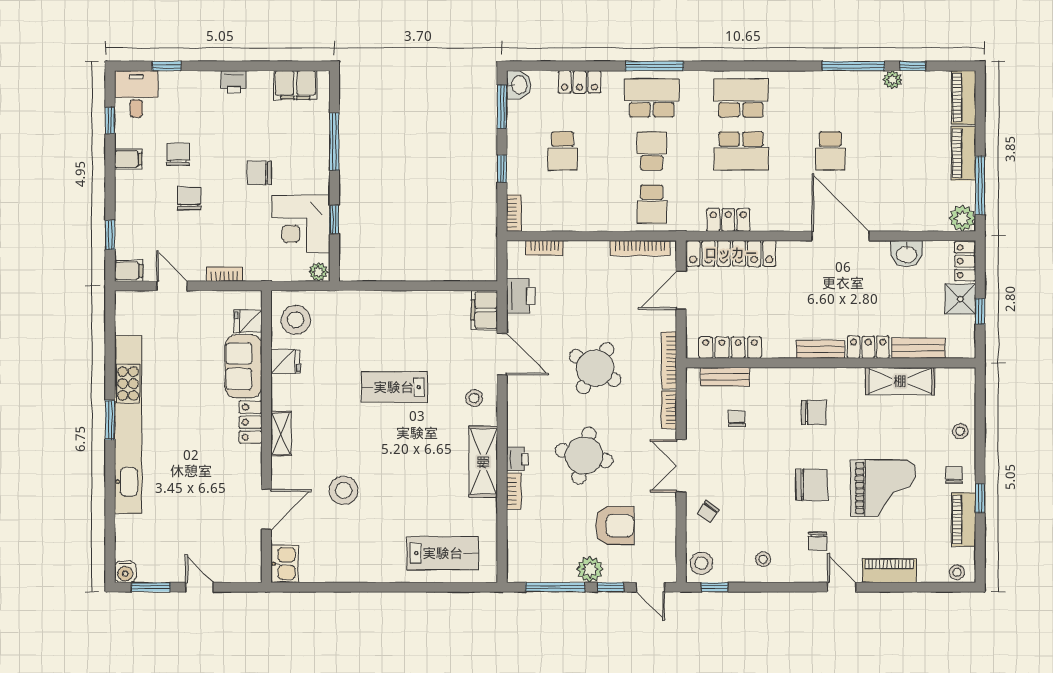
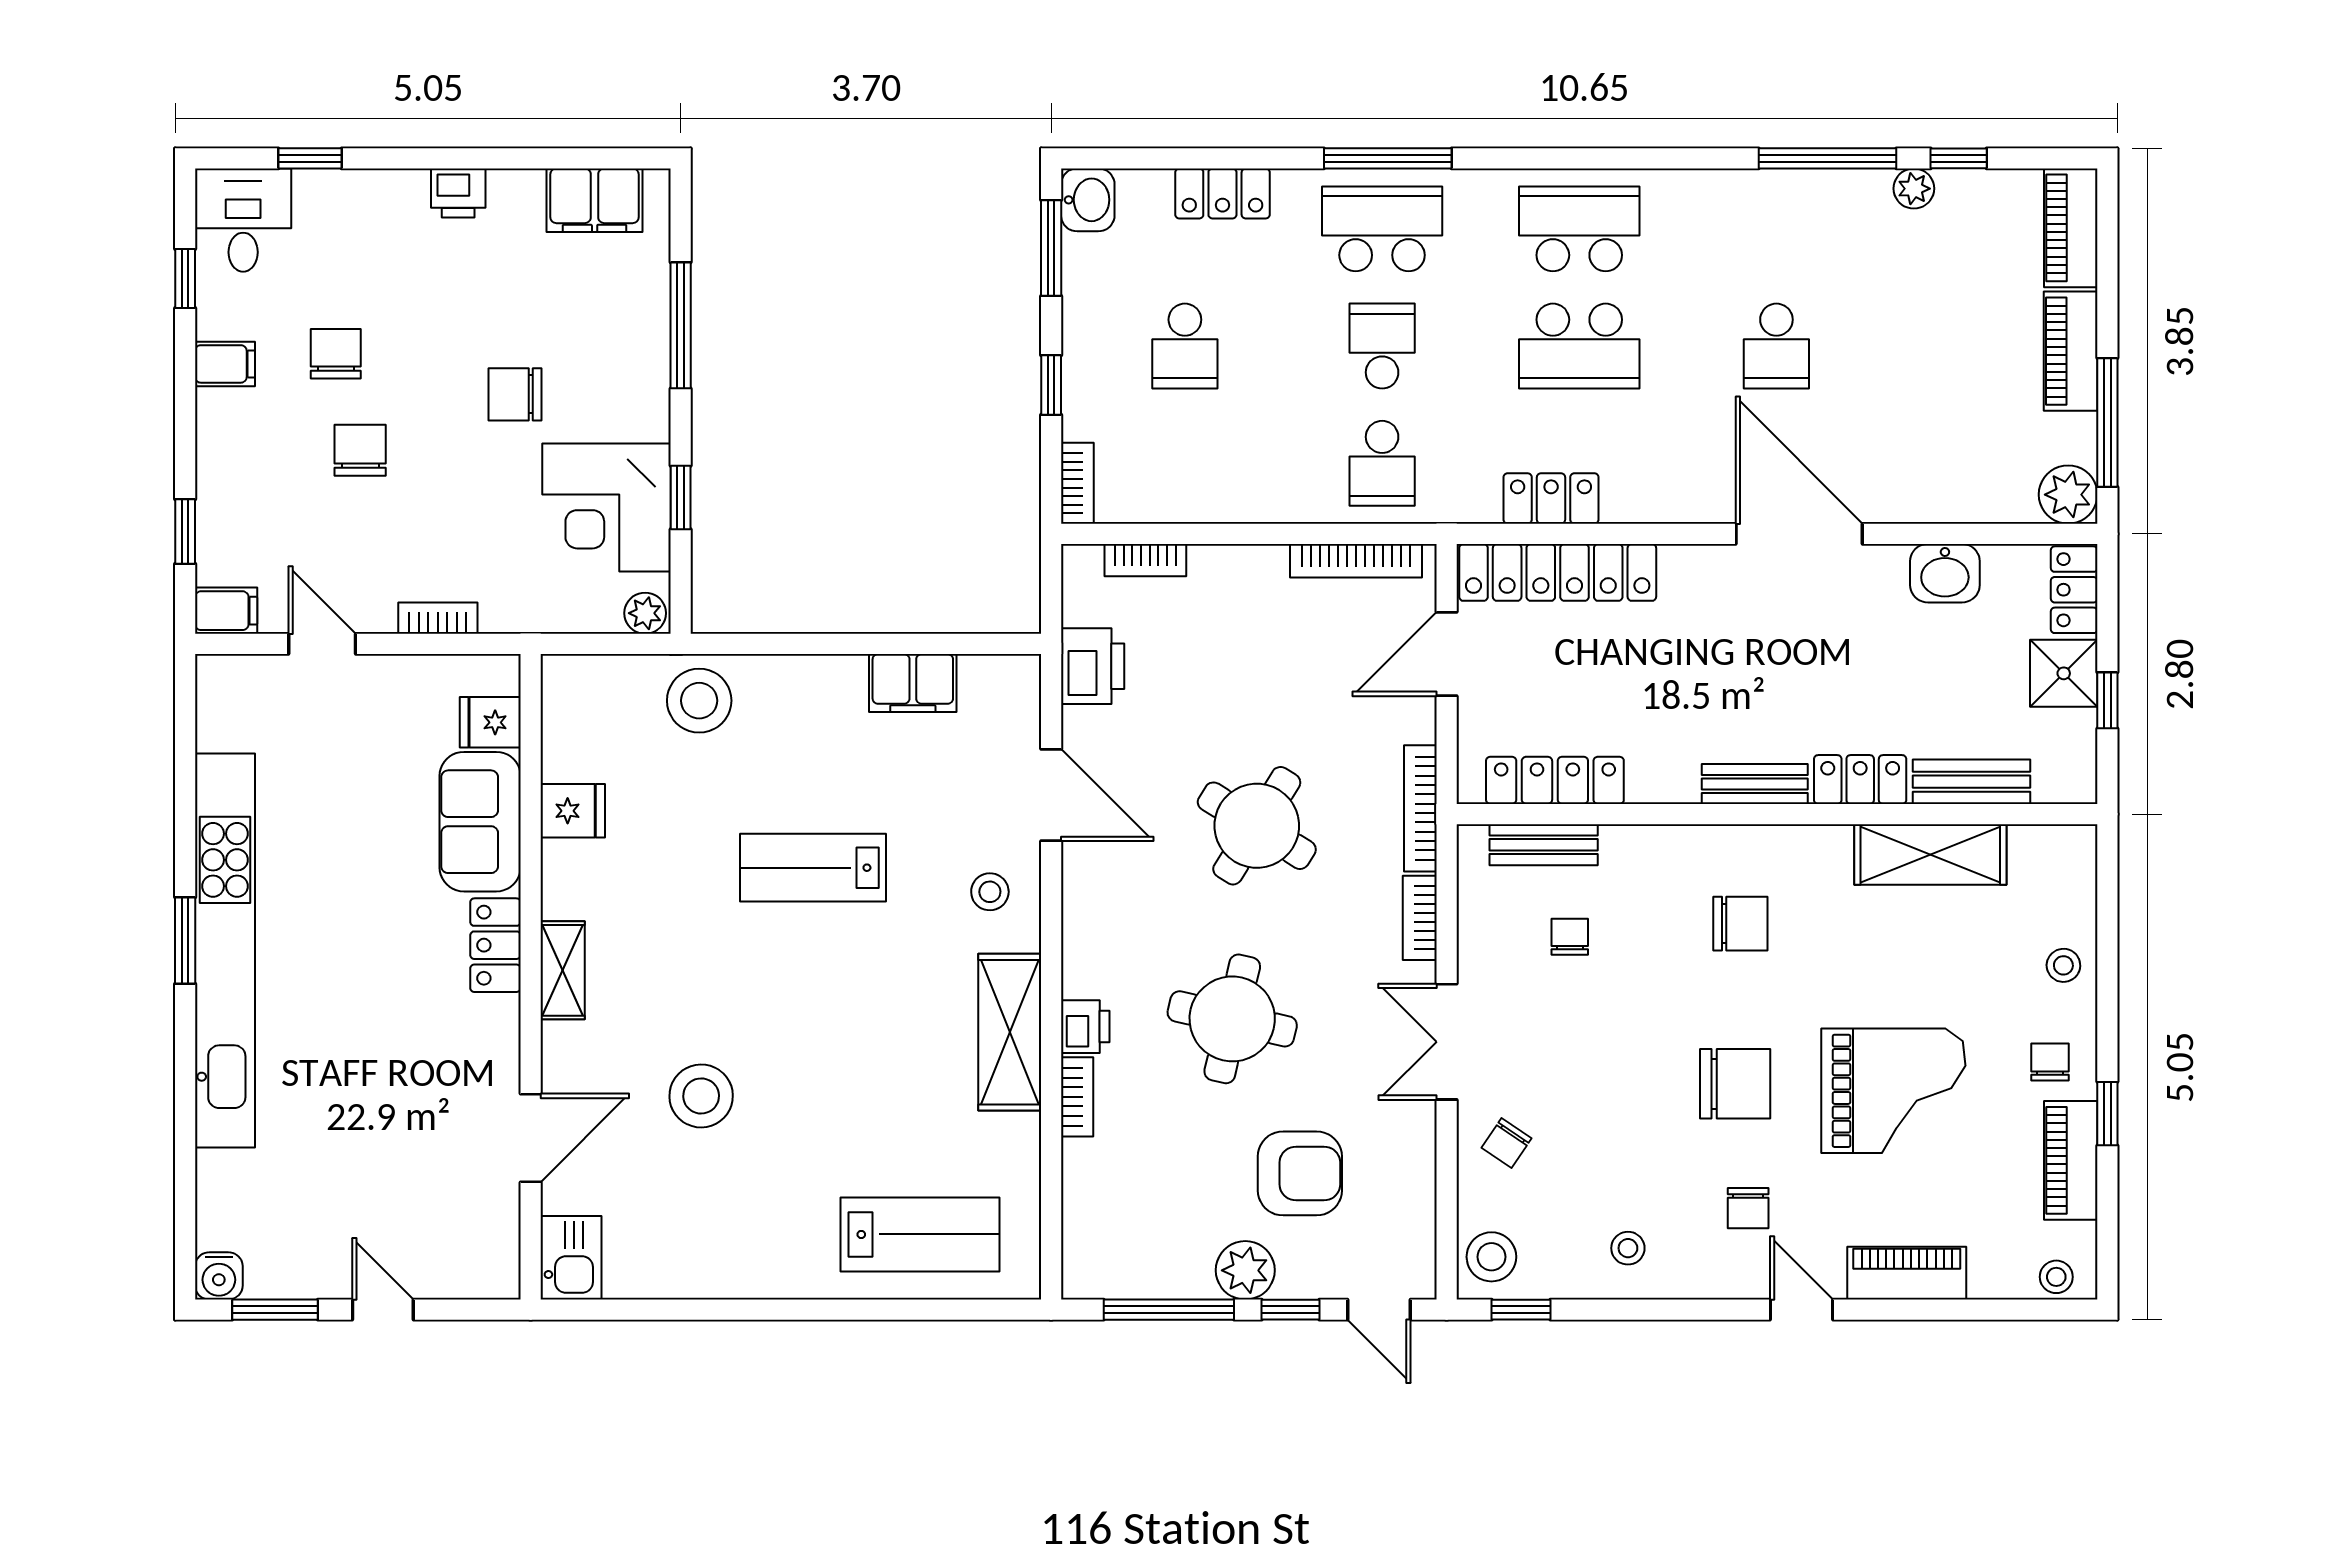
filing cabinet: (484, 310) -> (913, 683), moved, turned -90
stool: (296, 320) -> (699, 701), moved

